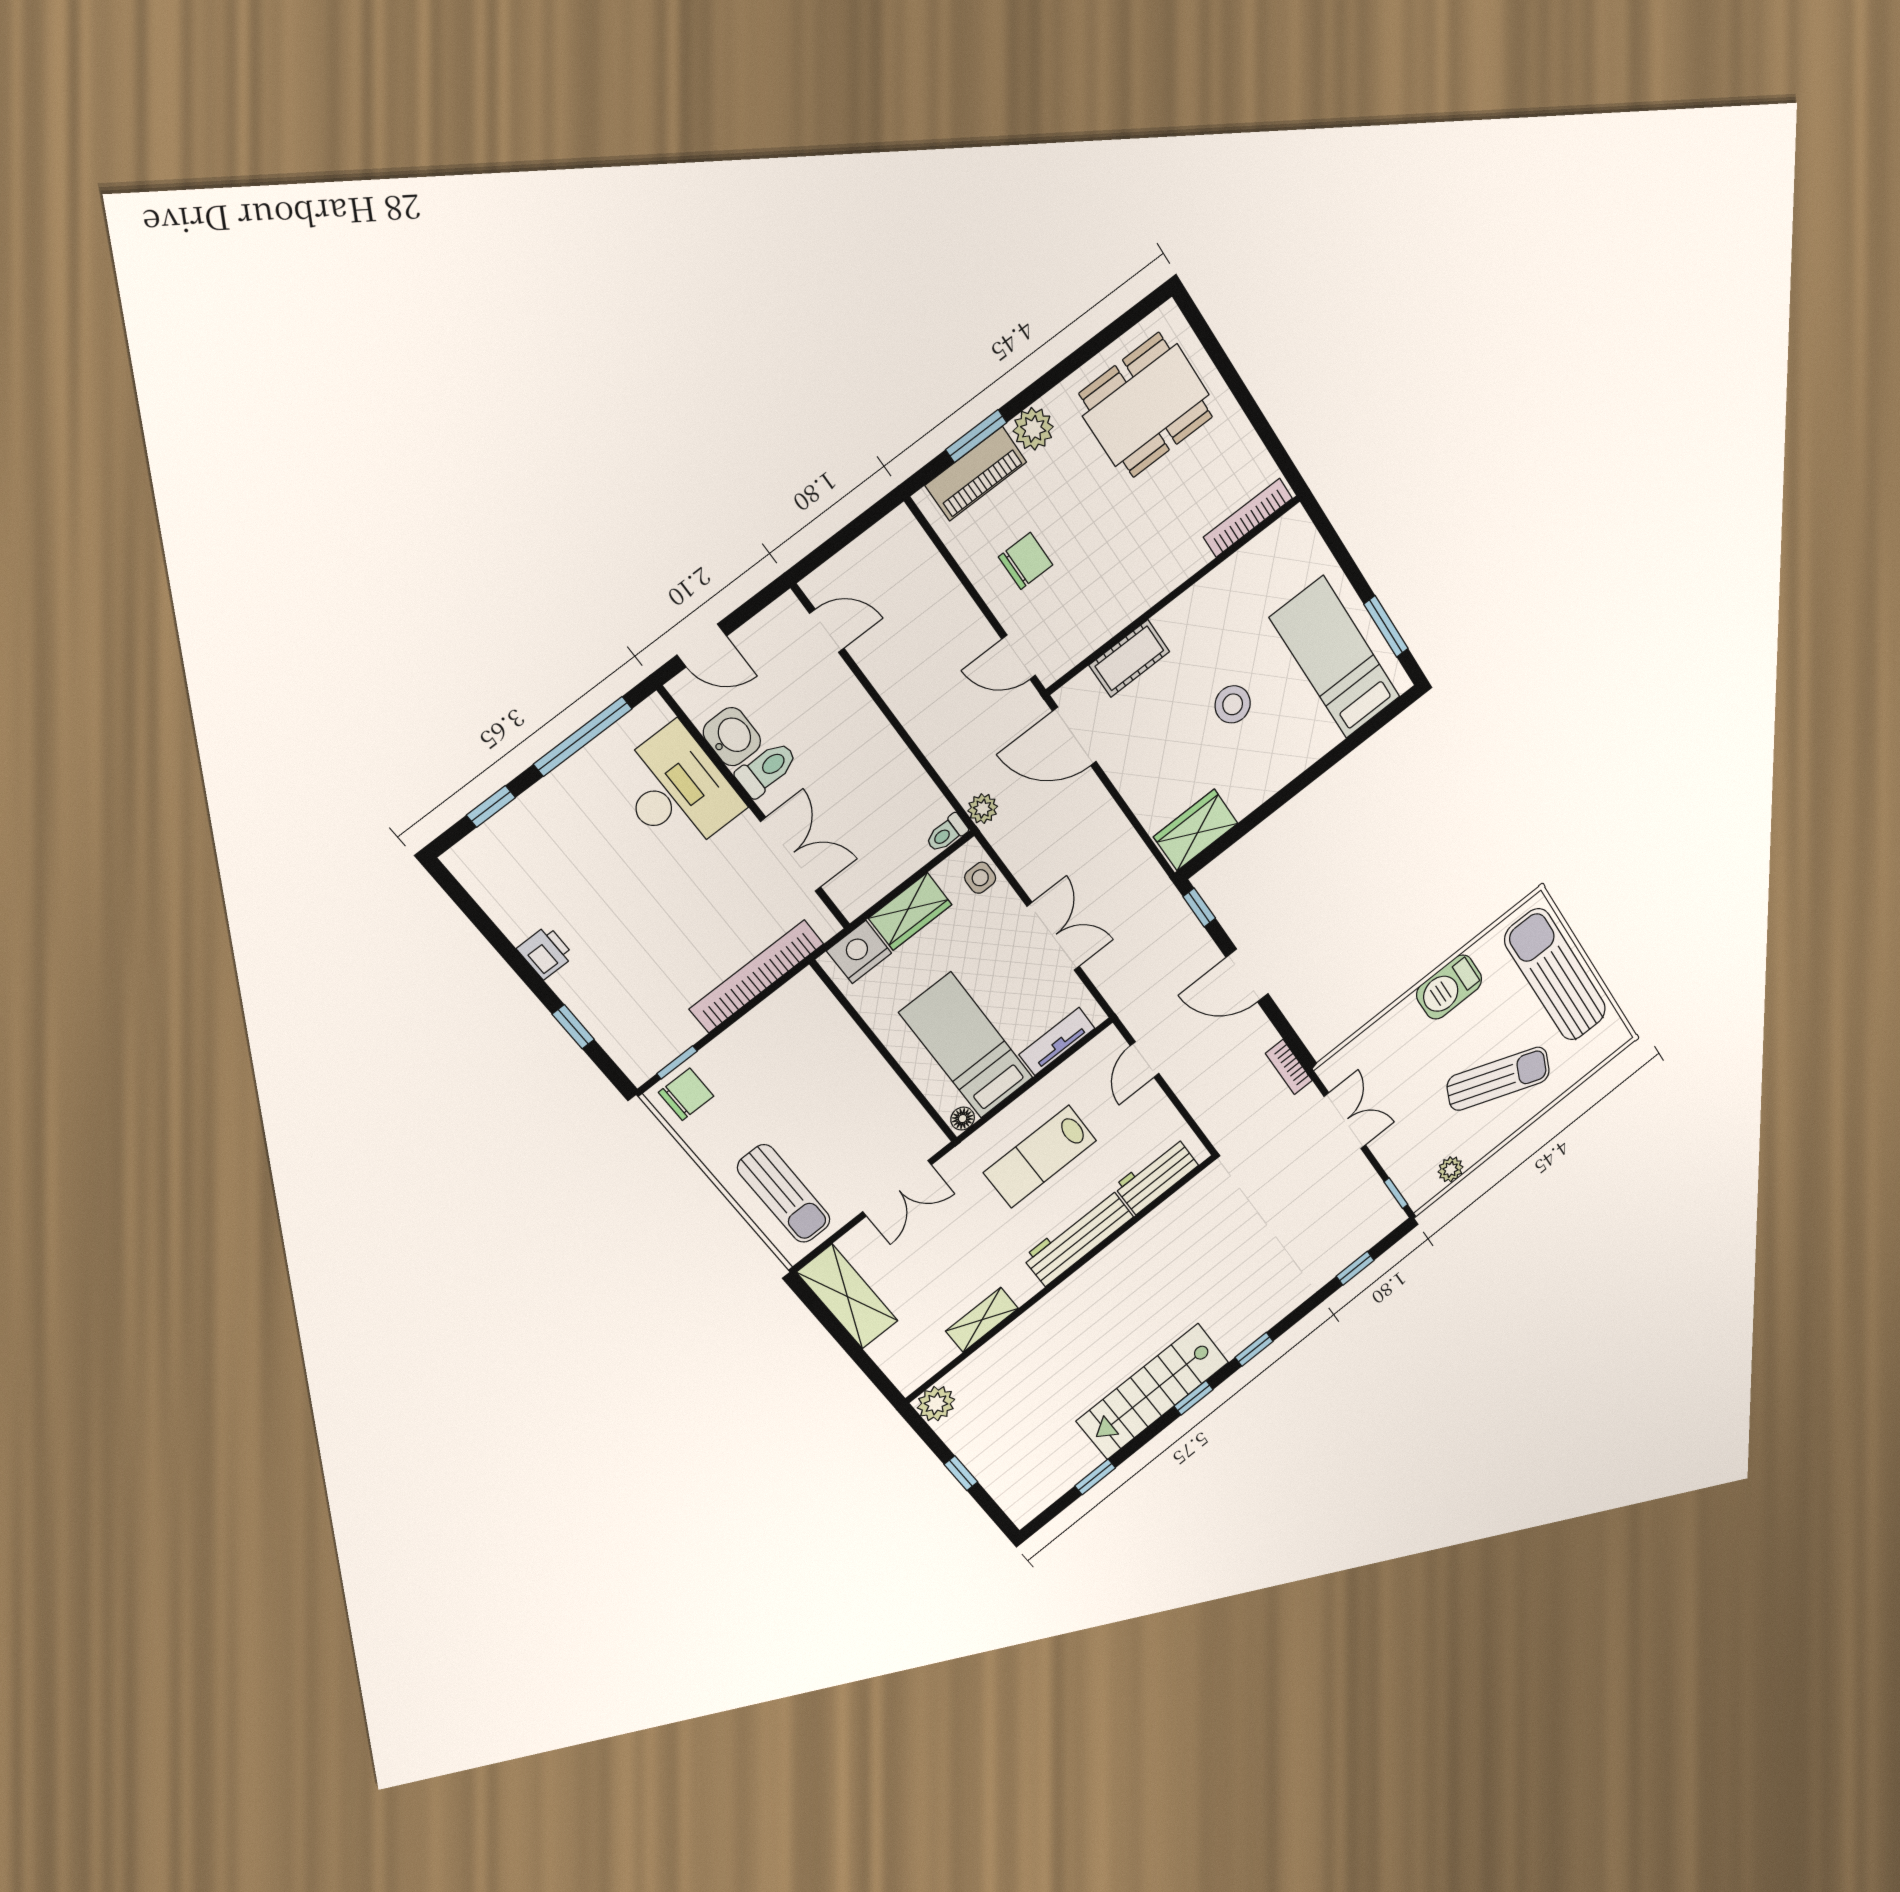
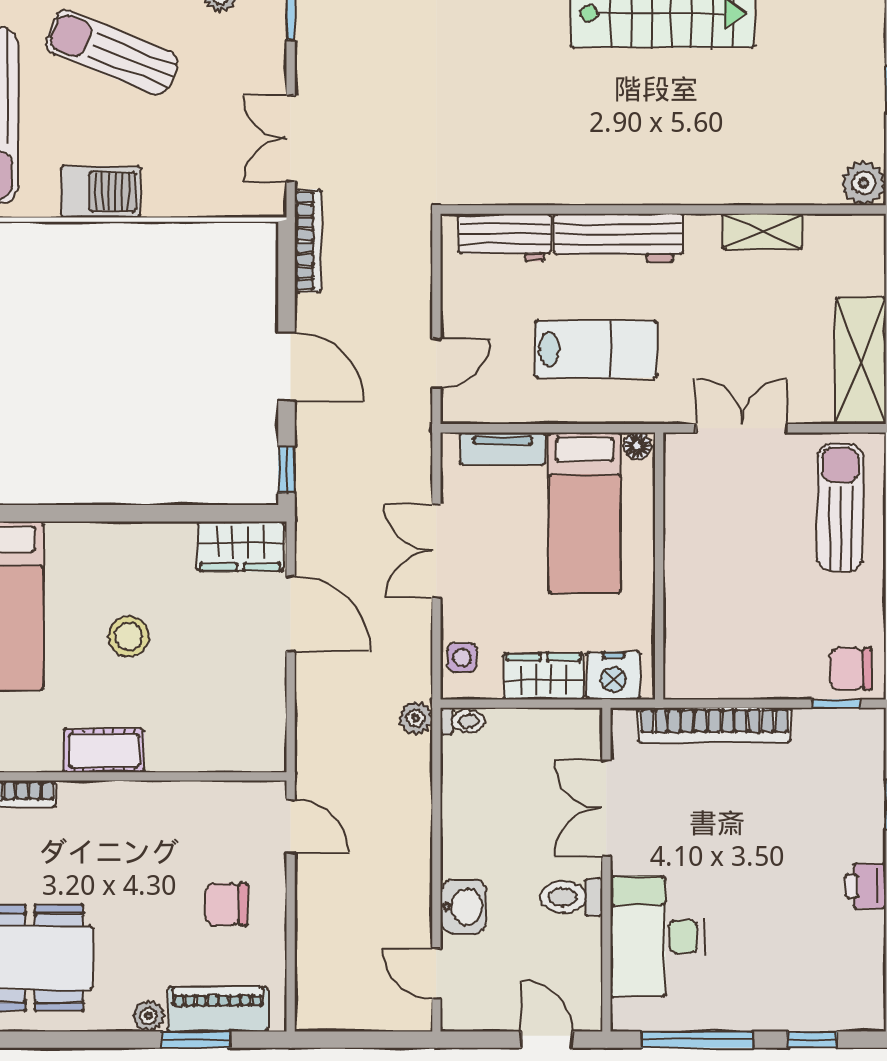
plant: (1033, 429) -> (149, 1016), width x0.73, depth x0.73
cot: (1129, 658) -> (104, 751), moved
door: (1074, 736) -> (291, 614), moved
washbasin: (732, 737) -> (463, 907), moved, turned 180
bookcase: (1289, 1067) -> (308, 241), width x1.56

